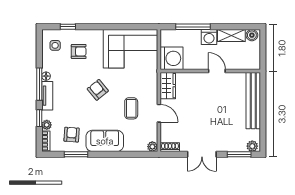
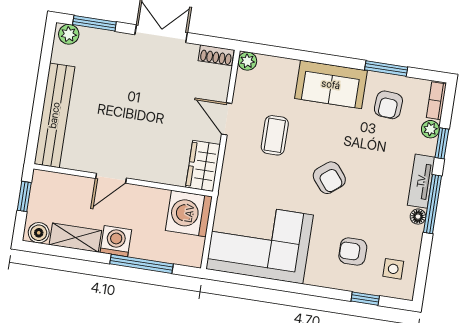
window: (263, 54) -> (24, 196), added
door: (217, 71) -> (111, 178), hinge flipped

